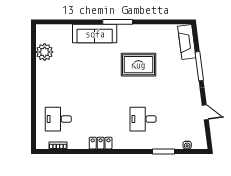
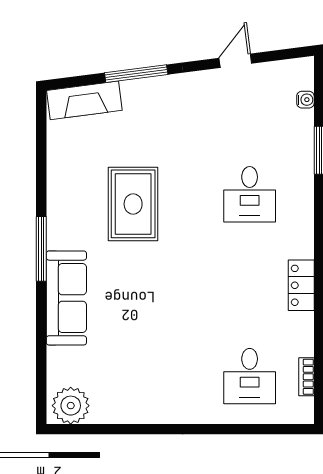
plant: (45, 52) -> (71, 406), moved

